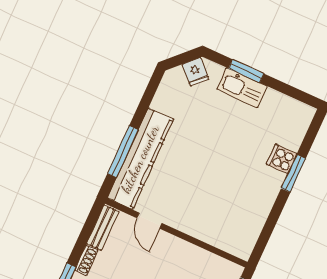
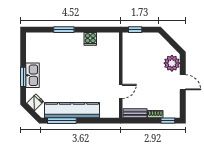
window: (123, 152) -> (62, 121), moved
kitchen counter: (140, 159) -> (72, 110), moved
cooker: (282, 159) -> (90, 39), moved

